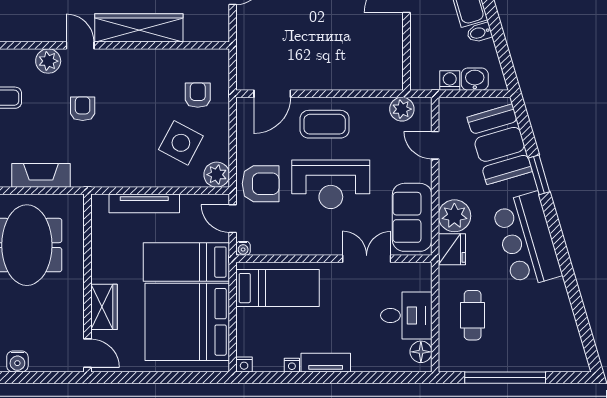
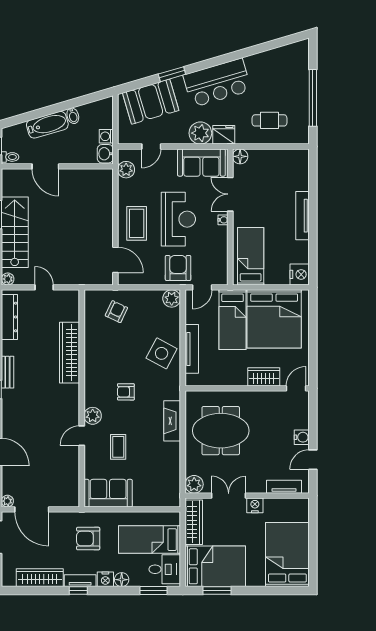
door: (80, 45) -> (82, 436), moved
washbasin: (475, 79) -> (105, 154), moved
armchair: (198, 95) -> (116, 312), turned 115
side table: (181, 143) -> (162, 353), moved
water cooler: (243, 248) -> (223, 220), moved
desk: (406, 316) -> (270, 167), removed
floor lamp: (421, 352) -> (240, 156), moved
tv unit: (326, 363) -> (303, 216), width x1.41
nightstand: (244, 364) -> (300, 274), width x1.89, depth x1.79
nightstand: (292, 365) -> (304, 246), removed

